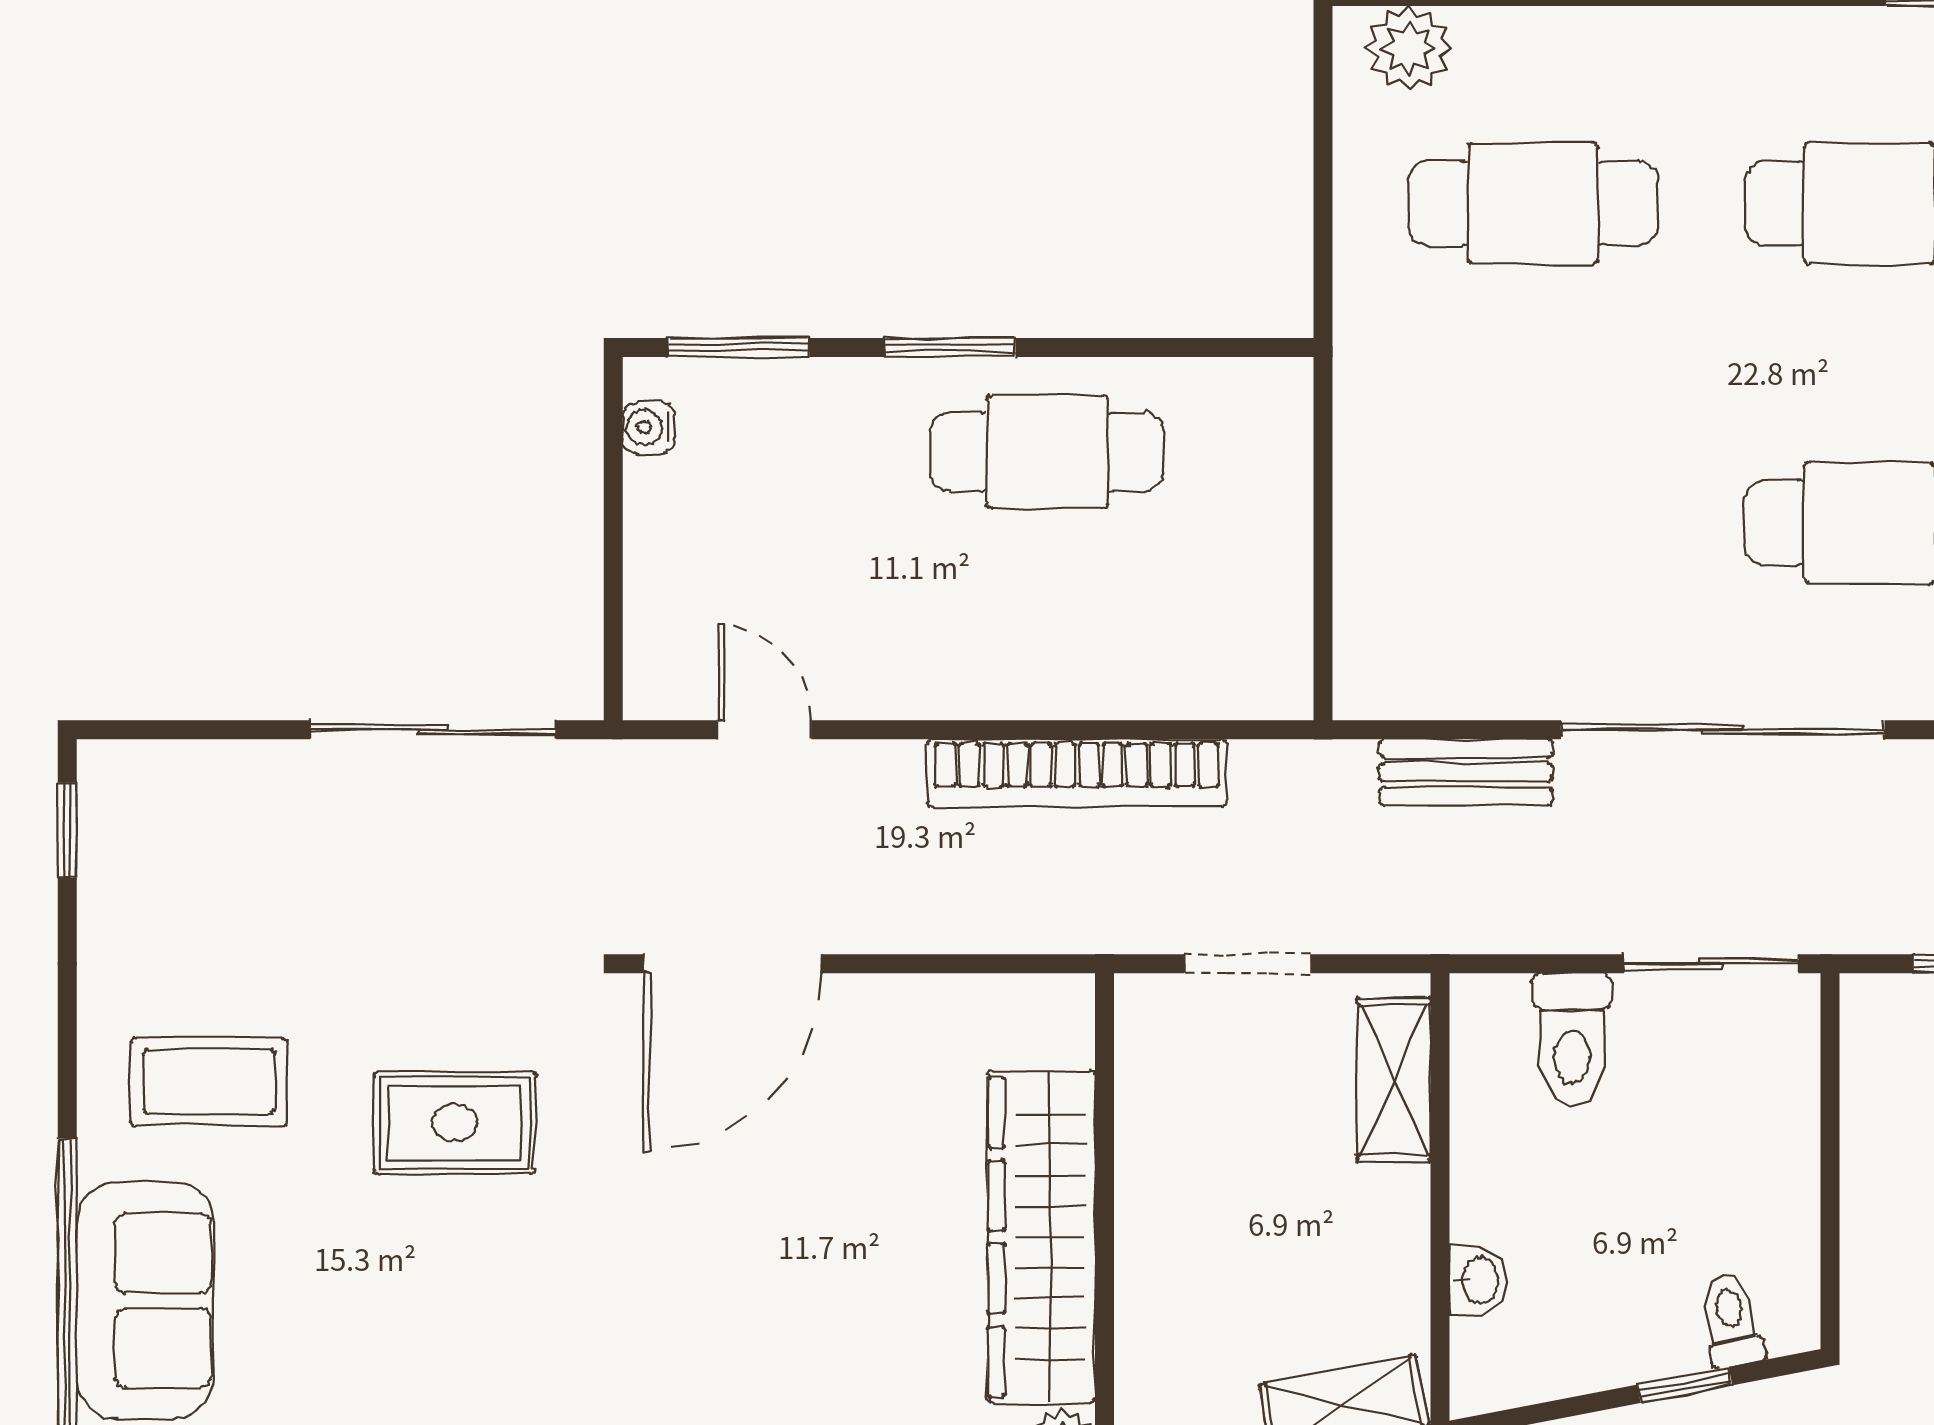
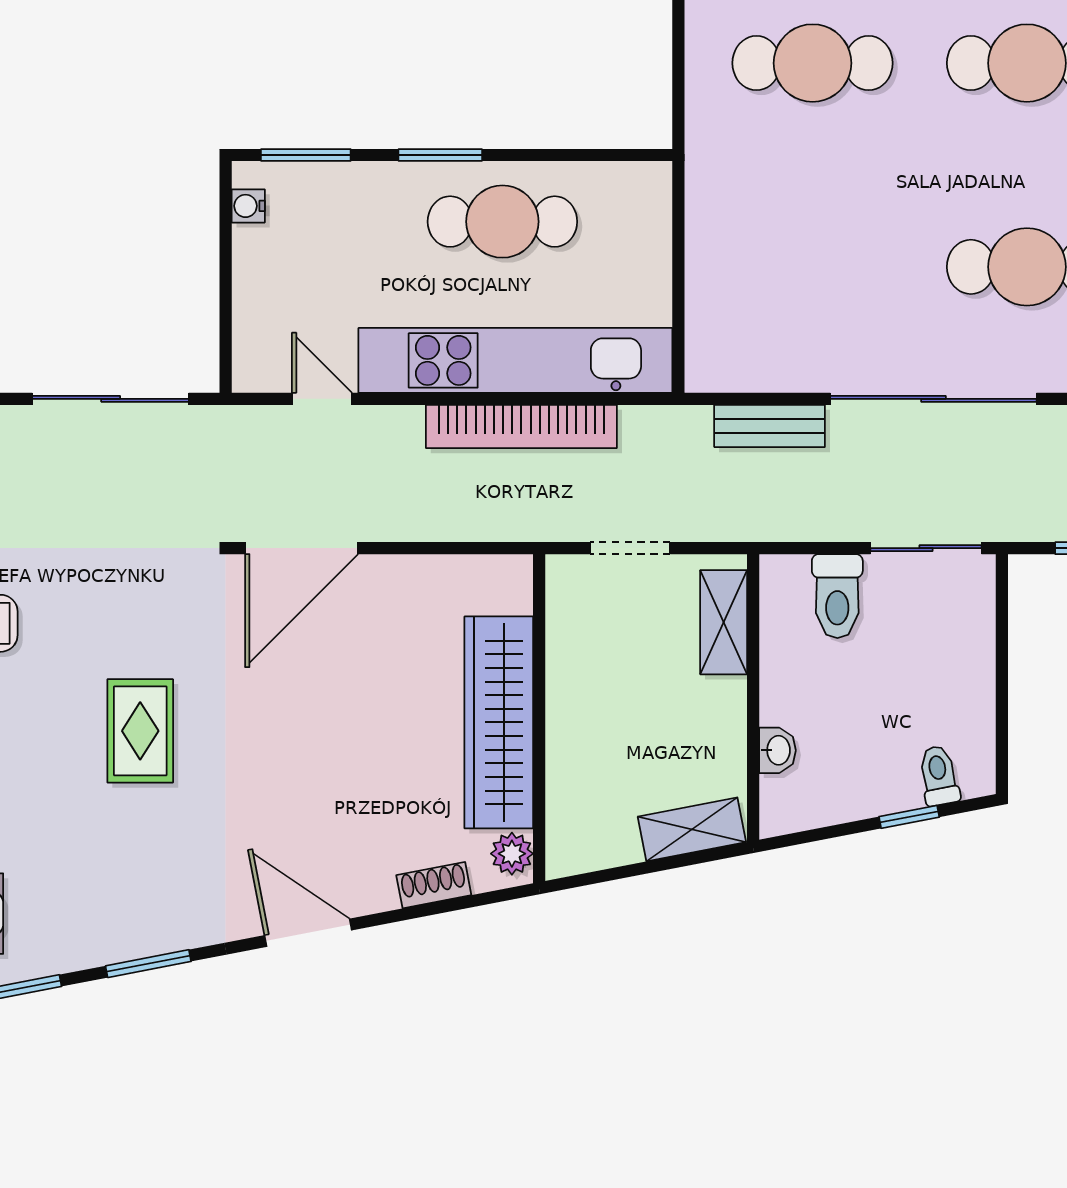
kitchen unit: (1067, 669) -> (515, 360), added
rug: (455, 1123) -> (140, 731), moved, turned 90

